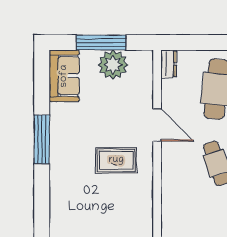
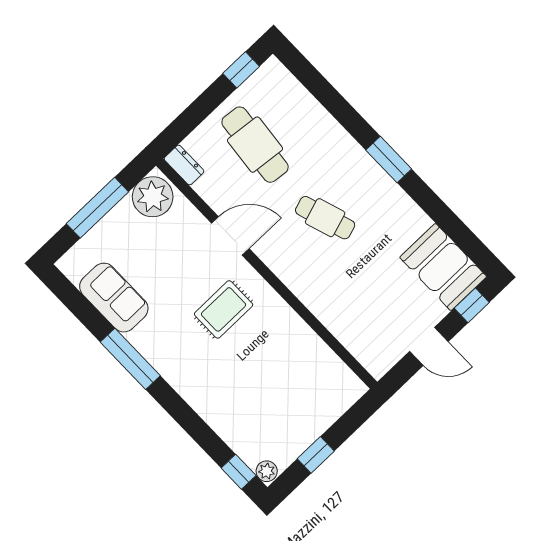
plant: (113, 65) -> (153, 197), moved
sofa: (64, 76) -> (114, 298), moved

